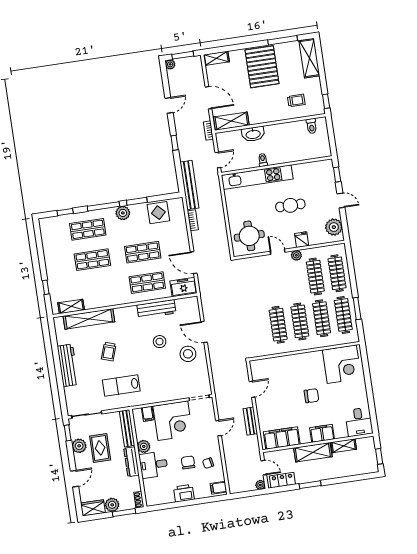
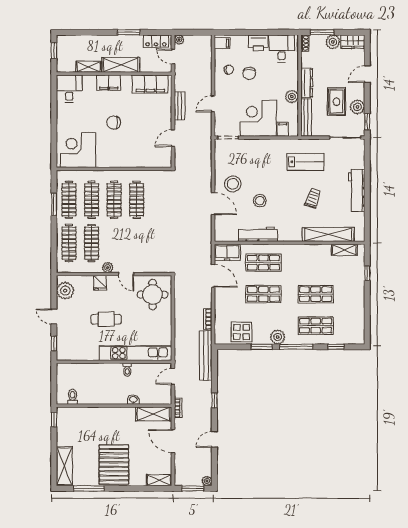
trolley: (296, 100) -> (84, 425), removed
washbasin: (253, 134) -> (133, 400), width x0.52, depth x0.69
desk: (154, 465) -> (282, 48), moved, turned -90

